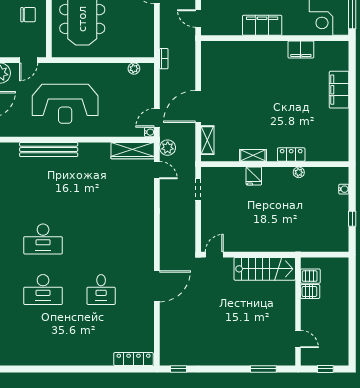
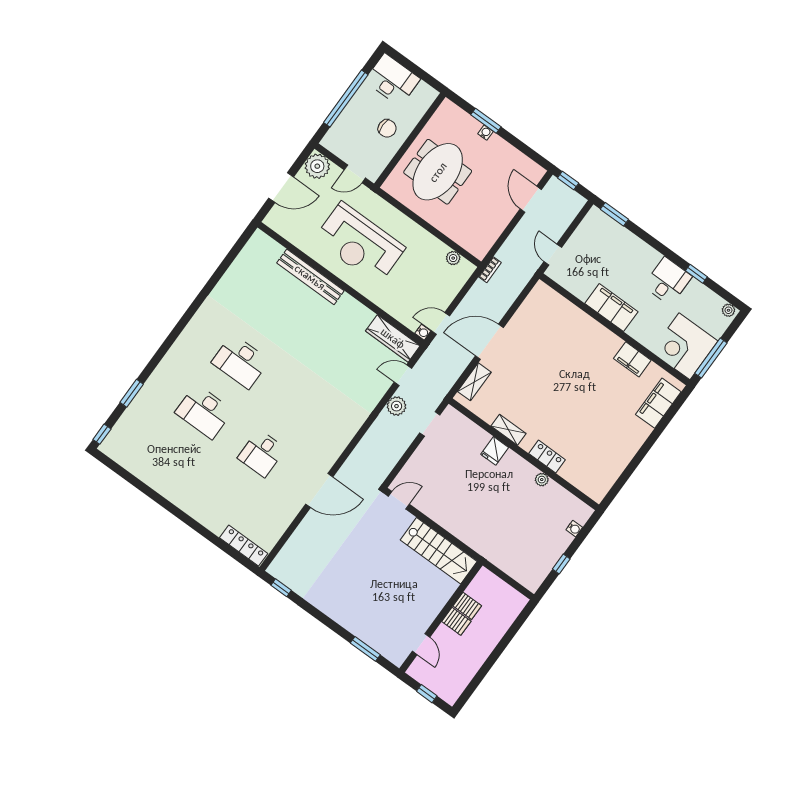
filing cabinet: (339, 90) -> (658, 403), moved
plant: (168, 148) -> (397, 406), moved
door: (157, 170) -> (403, 375), swing flipped
server rack: (310, 276) -> (456, 621), moved

